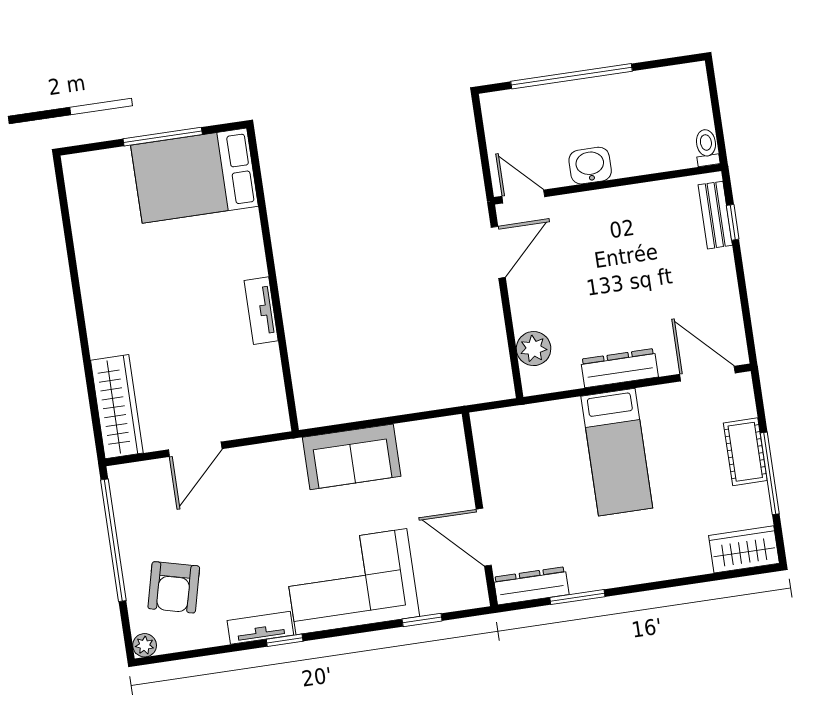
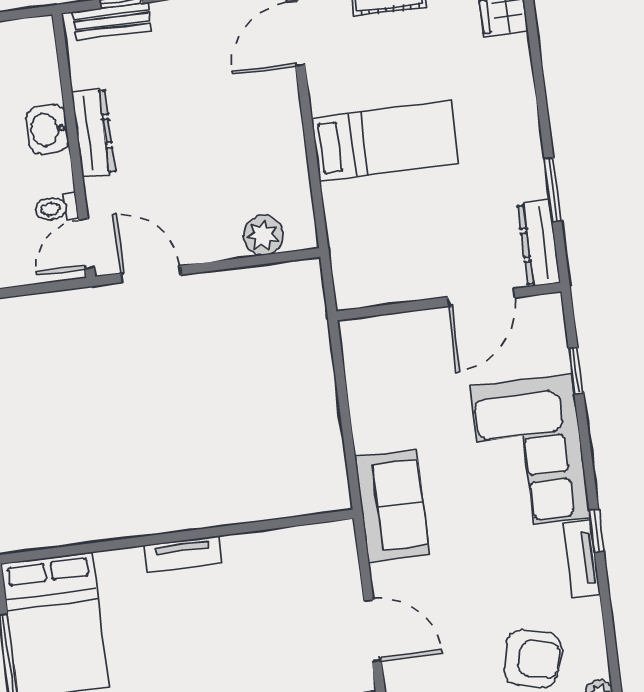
toilet: (707, 147) -> (56, 208), moved
washbasin: (590, 166) -> (47, 129), moved
tv unit: (261, 311) -> (183, 555), moved
dresser: (620, 368) -> (94, 133), moved, turned 180
sofa: (352, 457) -> (392, 506), moved

